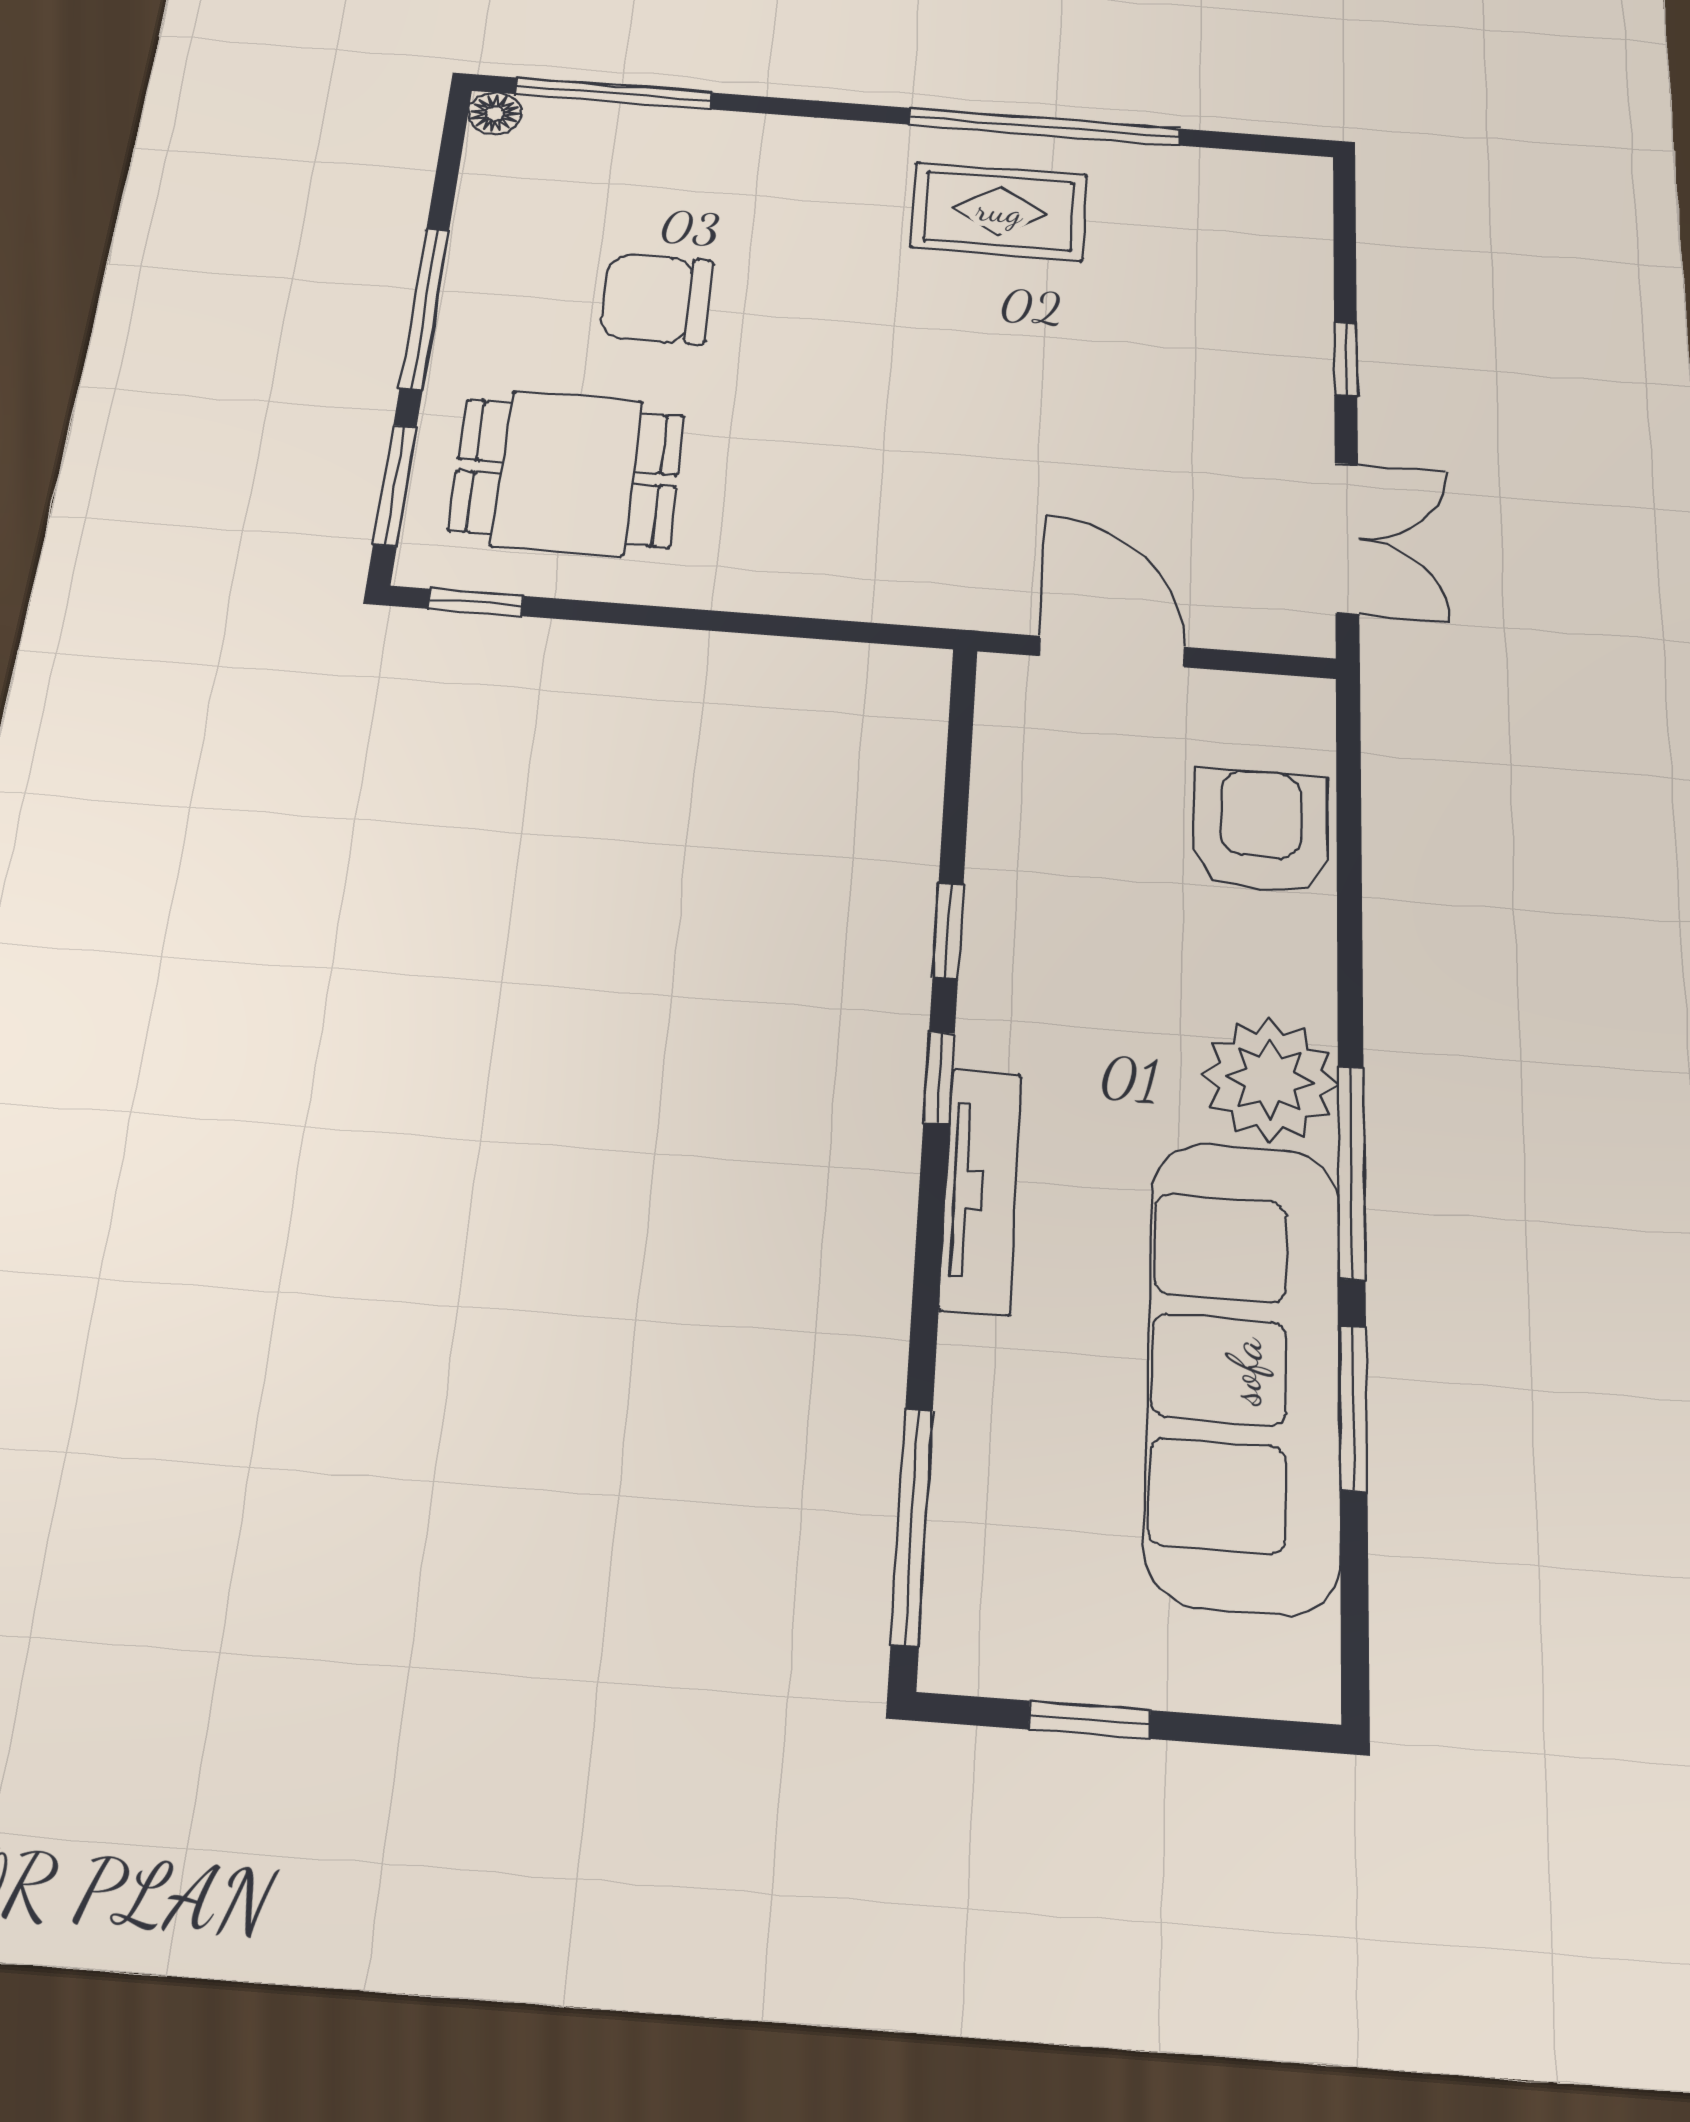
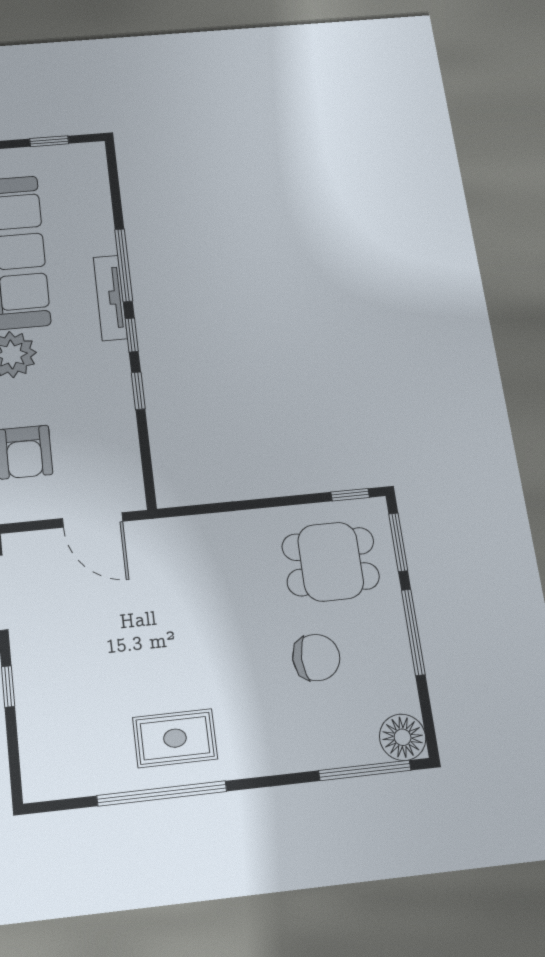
floor lamp: (495, 113) -> (403, 737), width x1.89, depth x1.89
window: (912, 1526) -> (124, 265), moved

